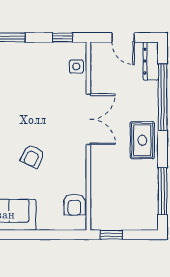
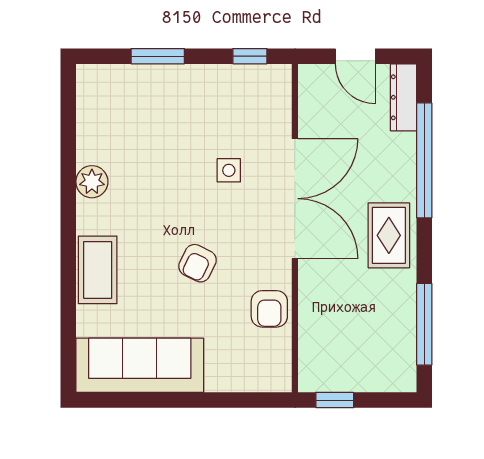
side table: (76, 66) -> (229, 170), moved
double door: (88, 119) -> (295, 199), width x1.36
armchair: (74, 205) -> (269, 309), moved

